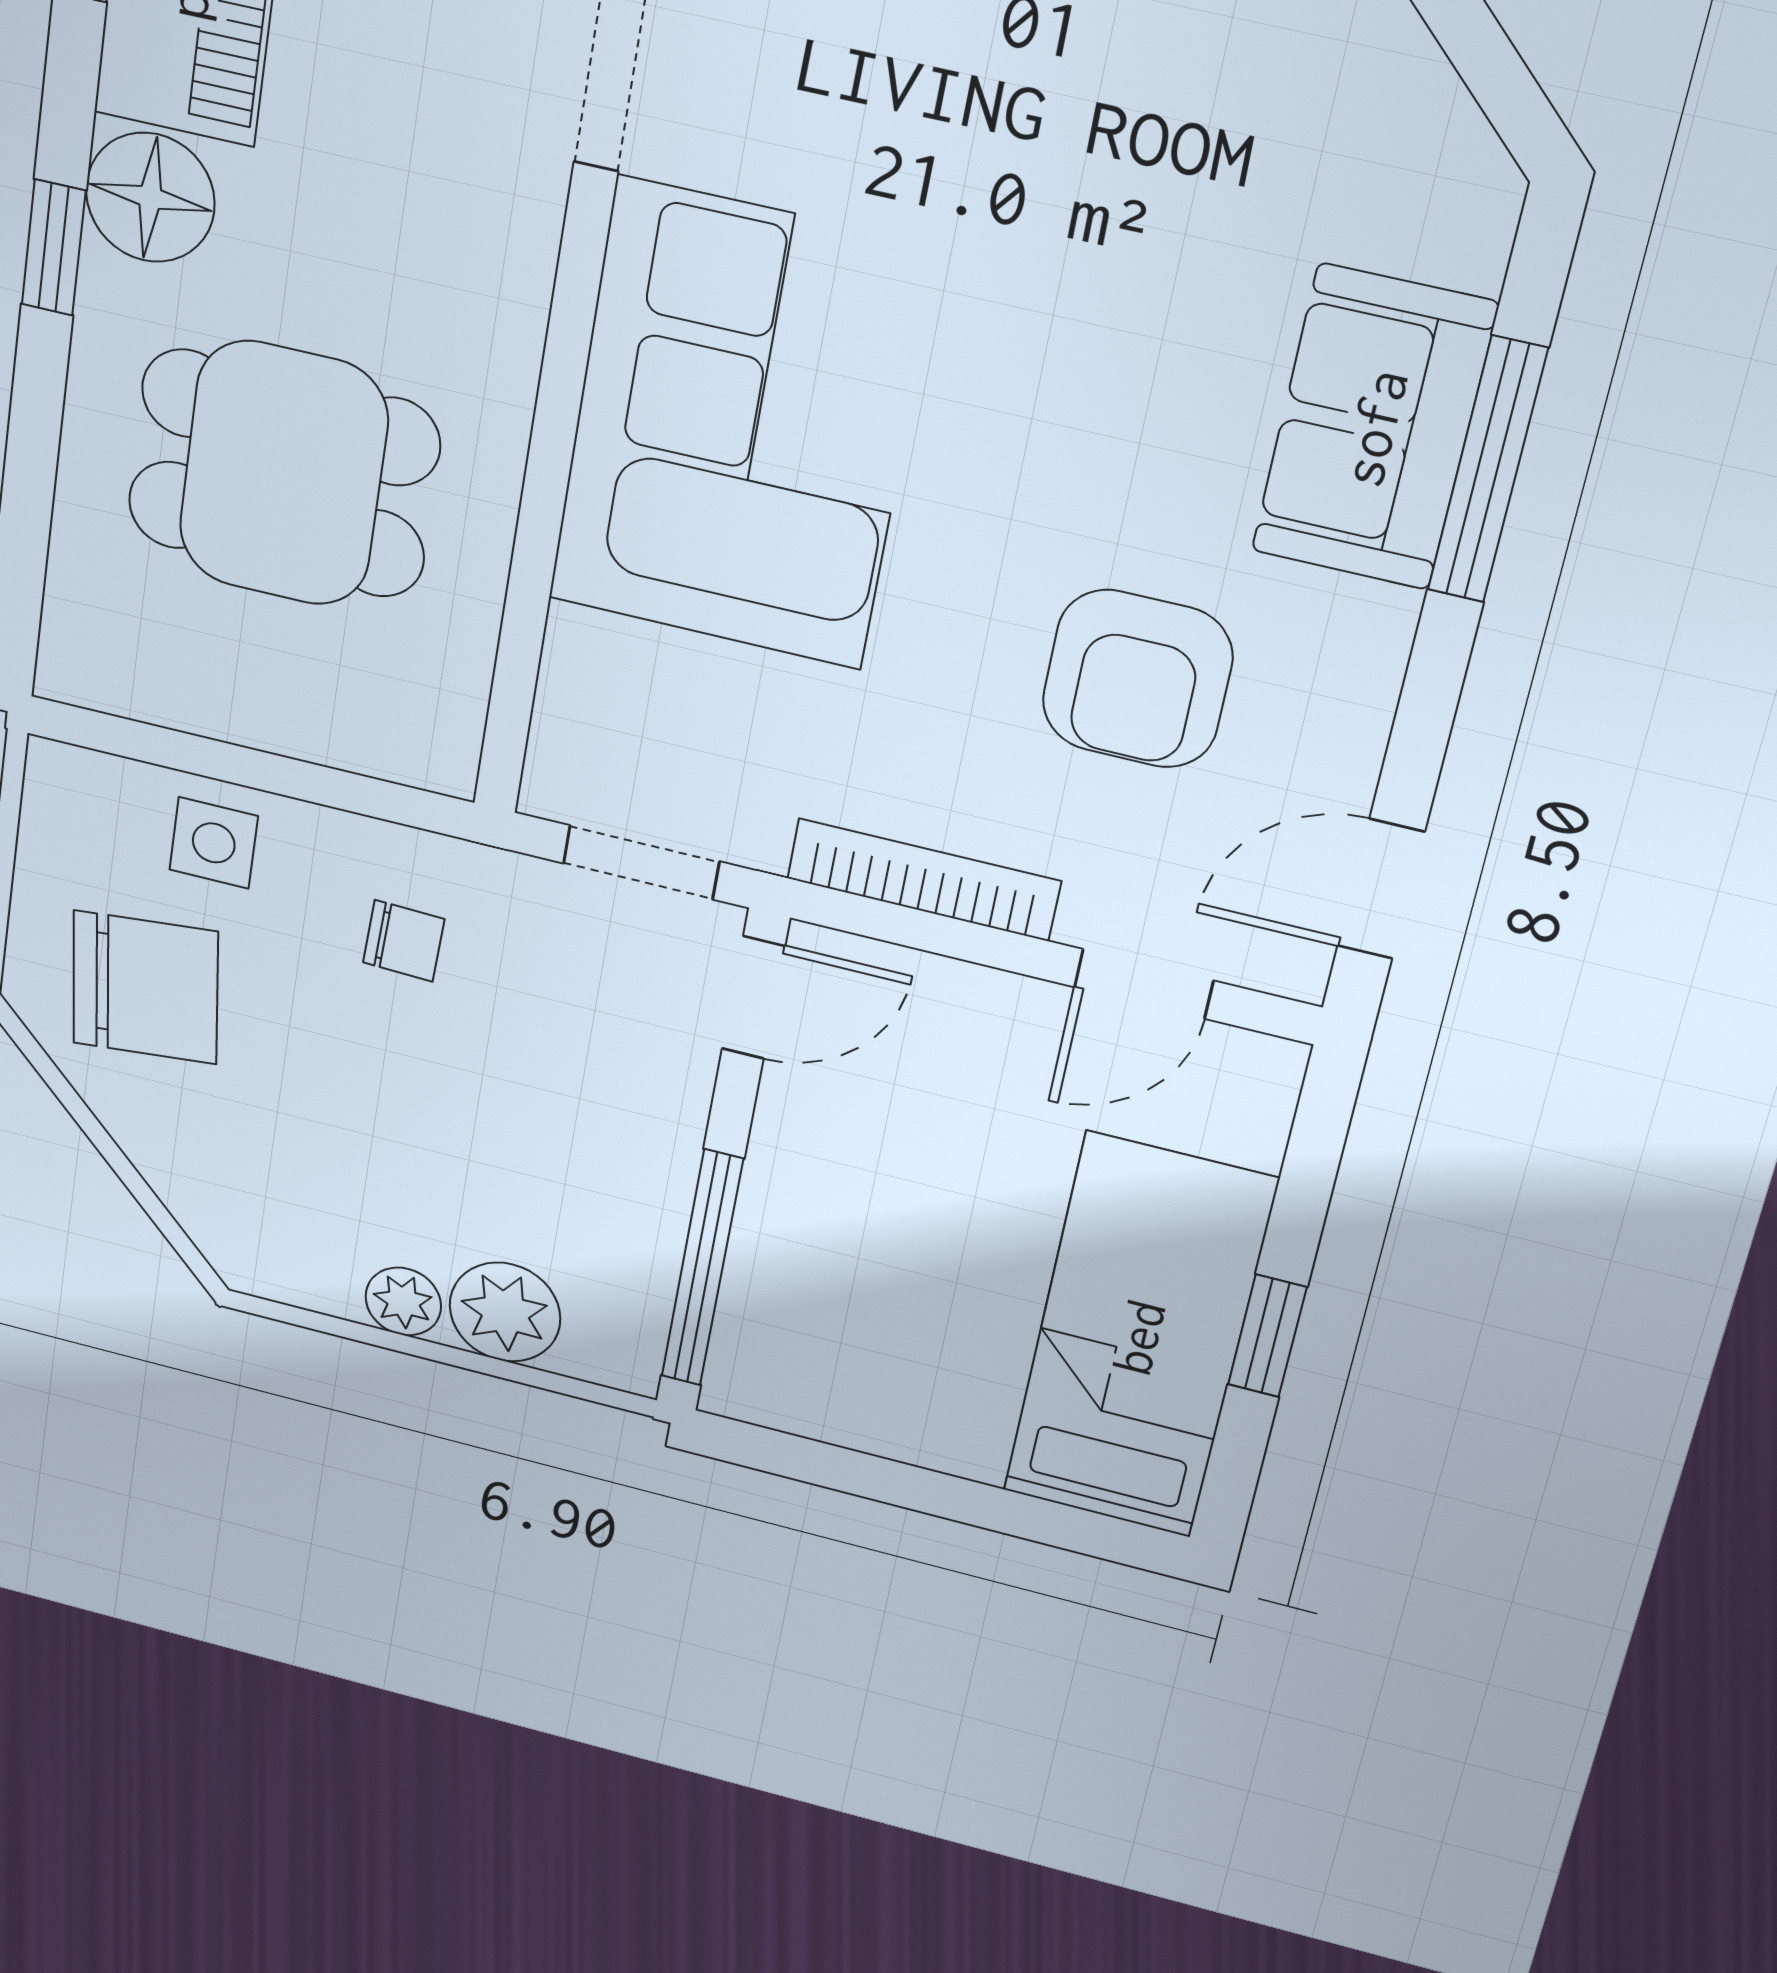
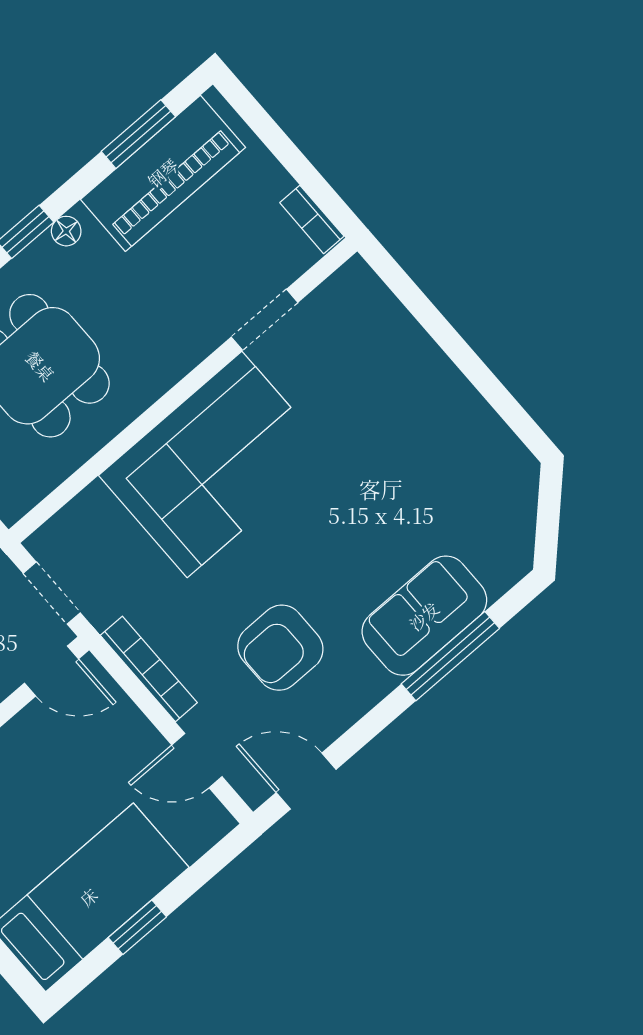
floor lamp: (150, 197) -> (66, 231), width x0.53, depth x0.53

